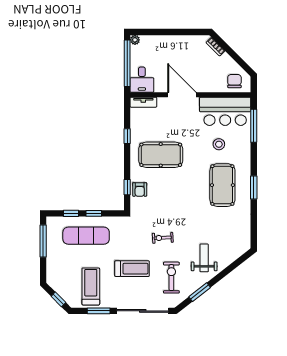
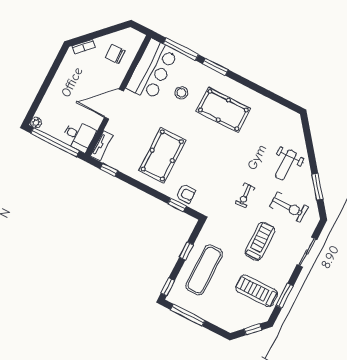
chair: (234, 81) -> (115, 54), moved
window: (127, 136) -> (109, 170), moved
window: (254, 187) -> (215, 67), moved
window: (71, 213) -> (168, 287), moved
weight bench: (204, 258) -> (286, 165), turned -90
exercise bike: (171, 278) -> (289, 207), turned 180
sliding door: (143, 311) -> (307, 252), width x0.54

